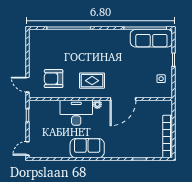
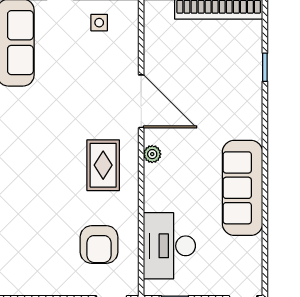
desk: (76, 113) -> (169, 246), moved
sofa: (87, 148) -> (243, 188), width x1.36

